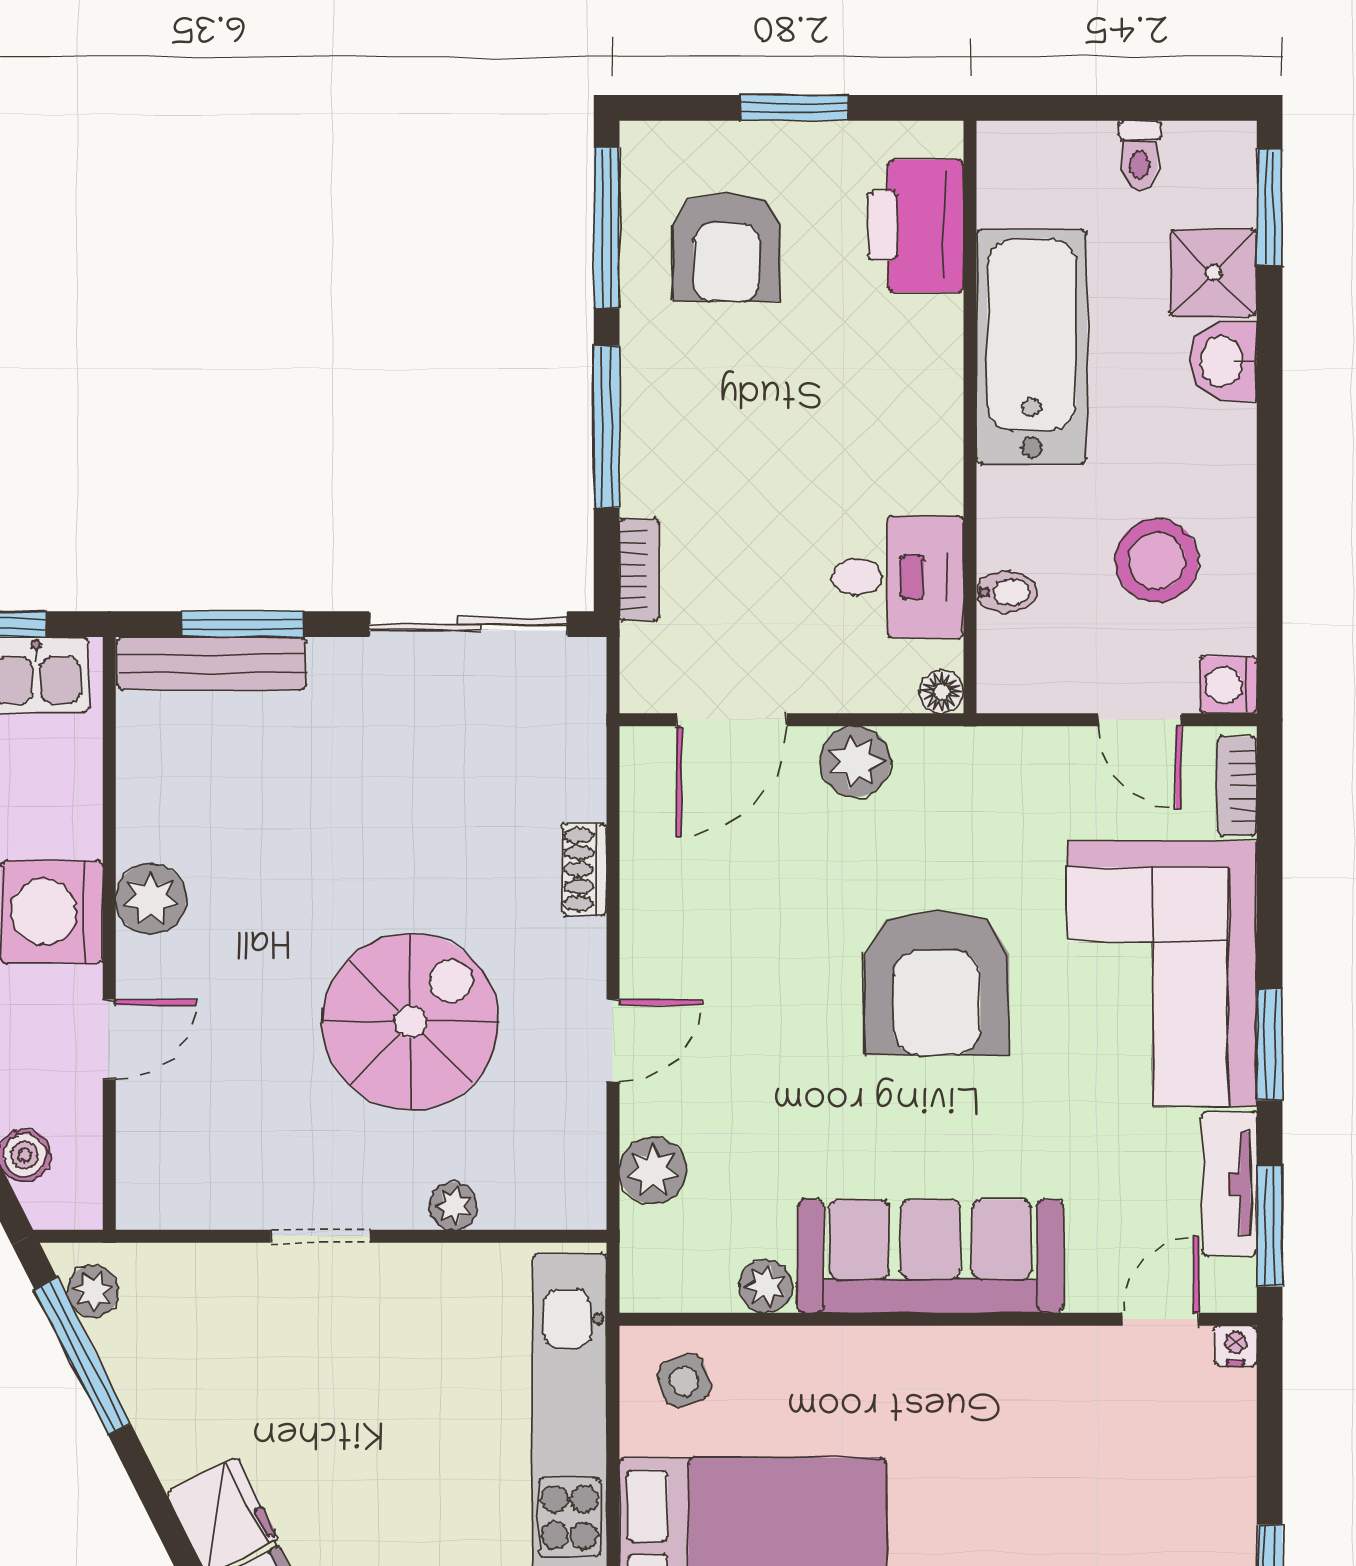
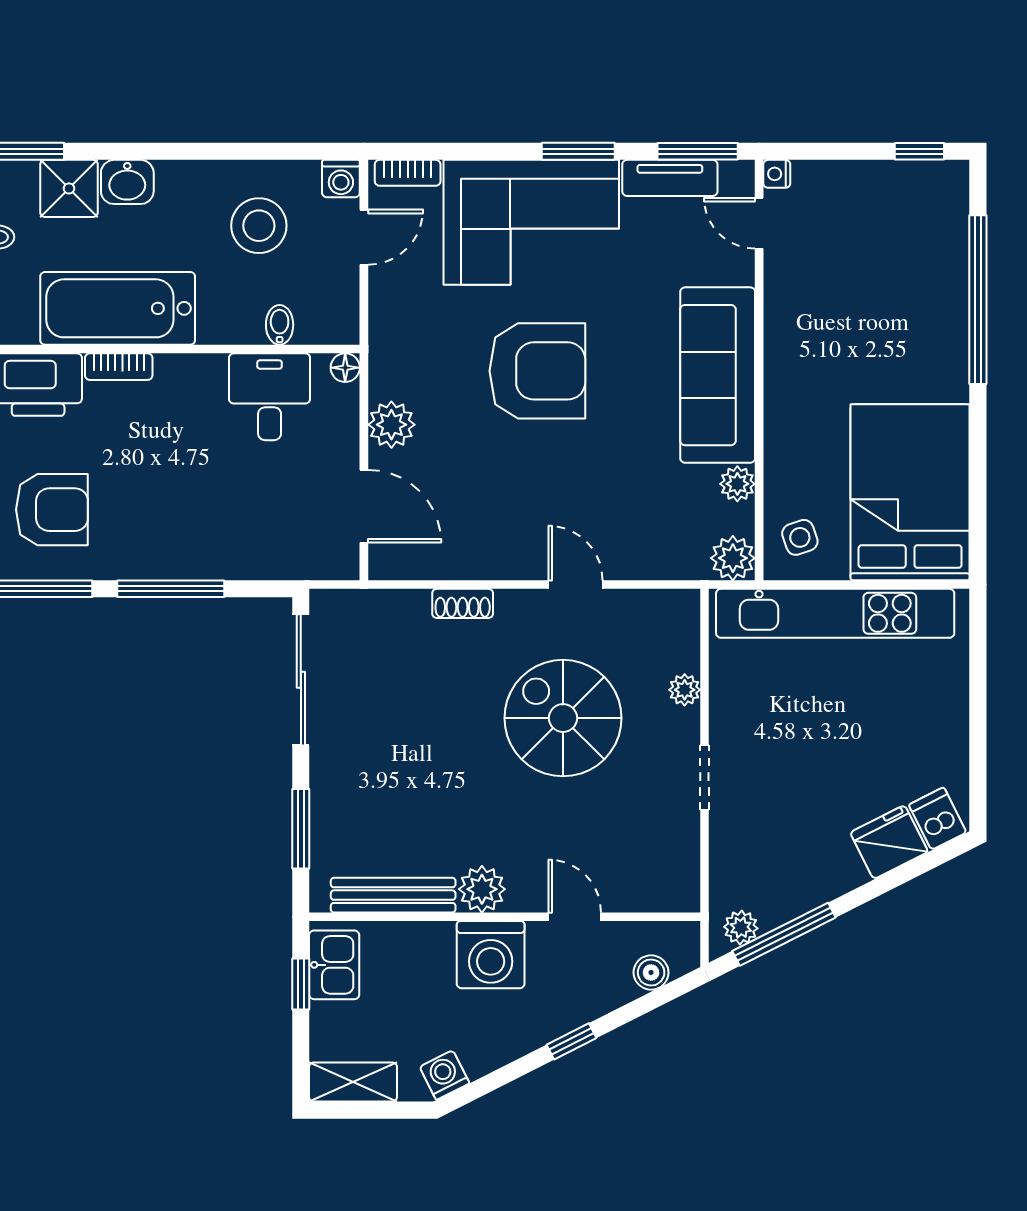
bookcase: (640, 570) -> (119, 367), moved, turned 180
bench: (212, 663) -> (393, 895), moved, turned 90
plant: (653, 1170) -> (733, 558), moved

